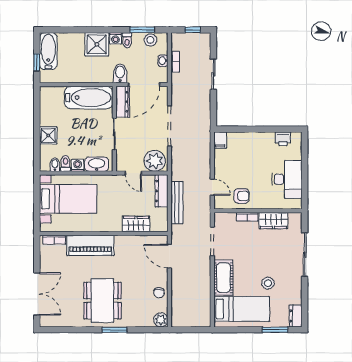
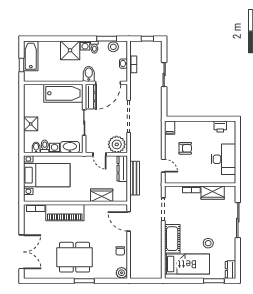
armchair: (241, 196) -> (185, 148), moved
dining table: (102, 301) -> (75, 257), turned 90

